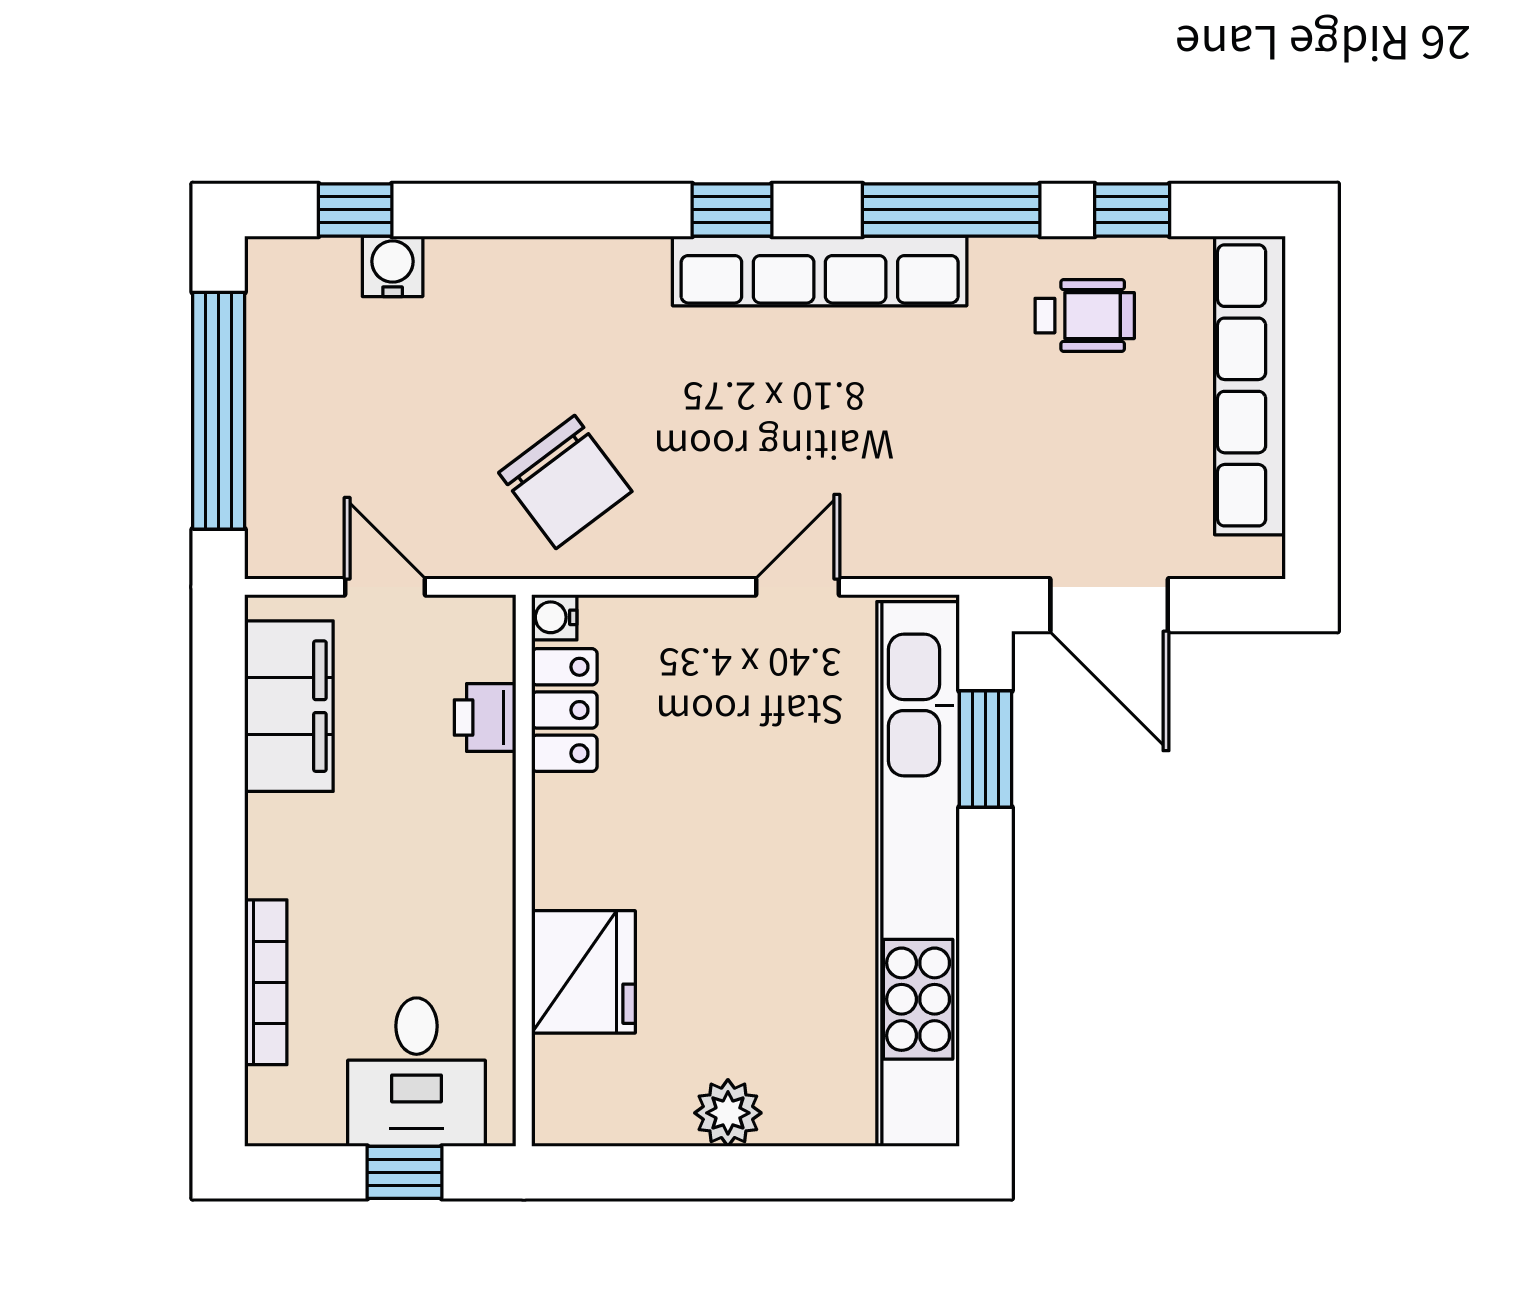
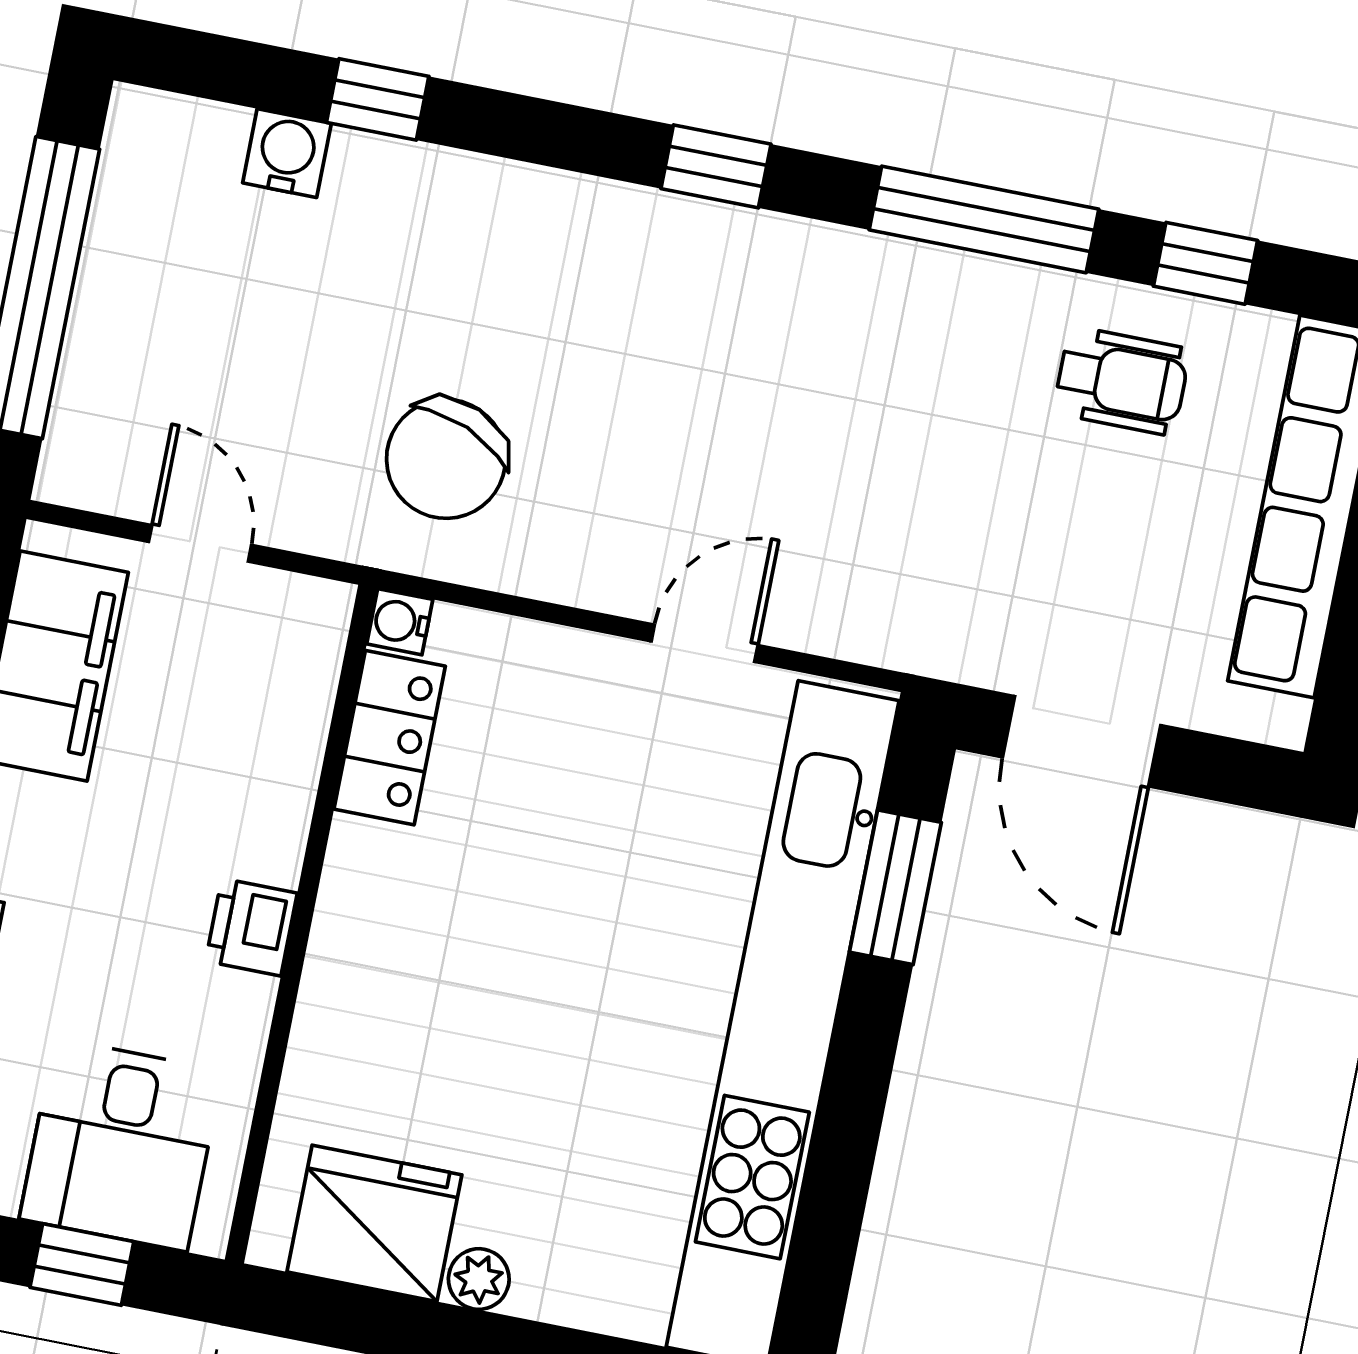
window: (355, 210) -> (378, 99), moved
row of seats: (820, 271) -> (808, 262), removed
chair: (565, 482) -> (446, 459), turned 60
printer: (485, 717) -> (251, 927), moved
fridge: (583, 972) -> (374, 1223), moved, turned -90
plant: (728, 1113) -> (479, 1279), width x0.73, depth x0.73

